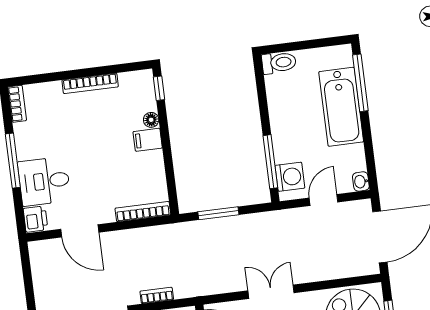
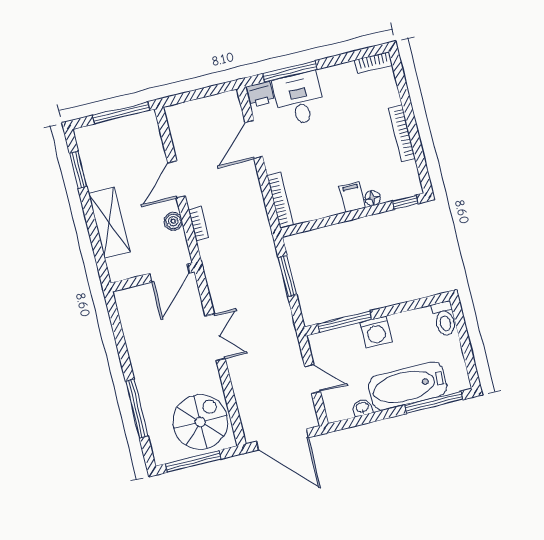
window: (13, 161) -> (290, 71), moved
washing machine: (290, 177) -> (376, 332), moved
washbasin: (361, 181) -> (362, 408), moved

